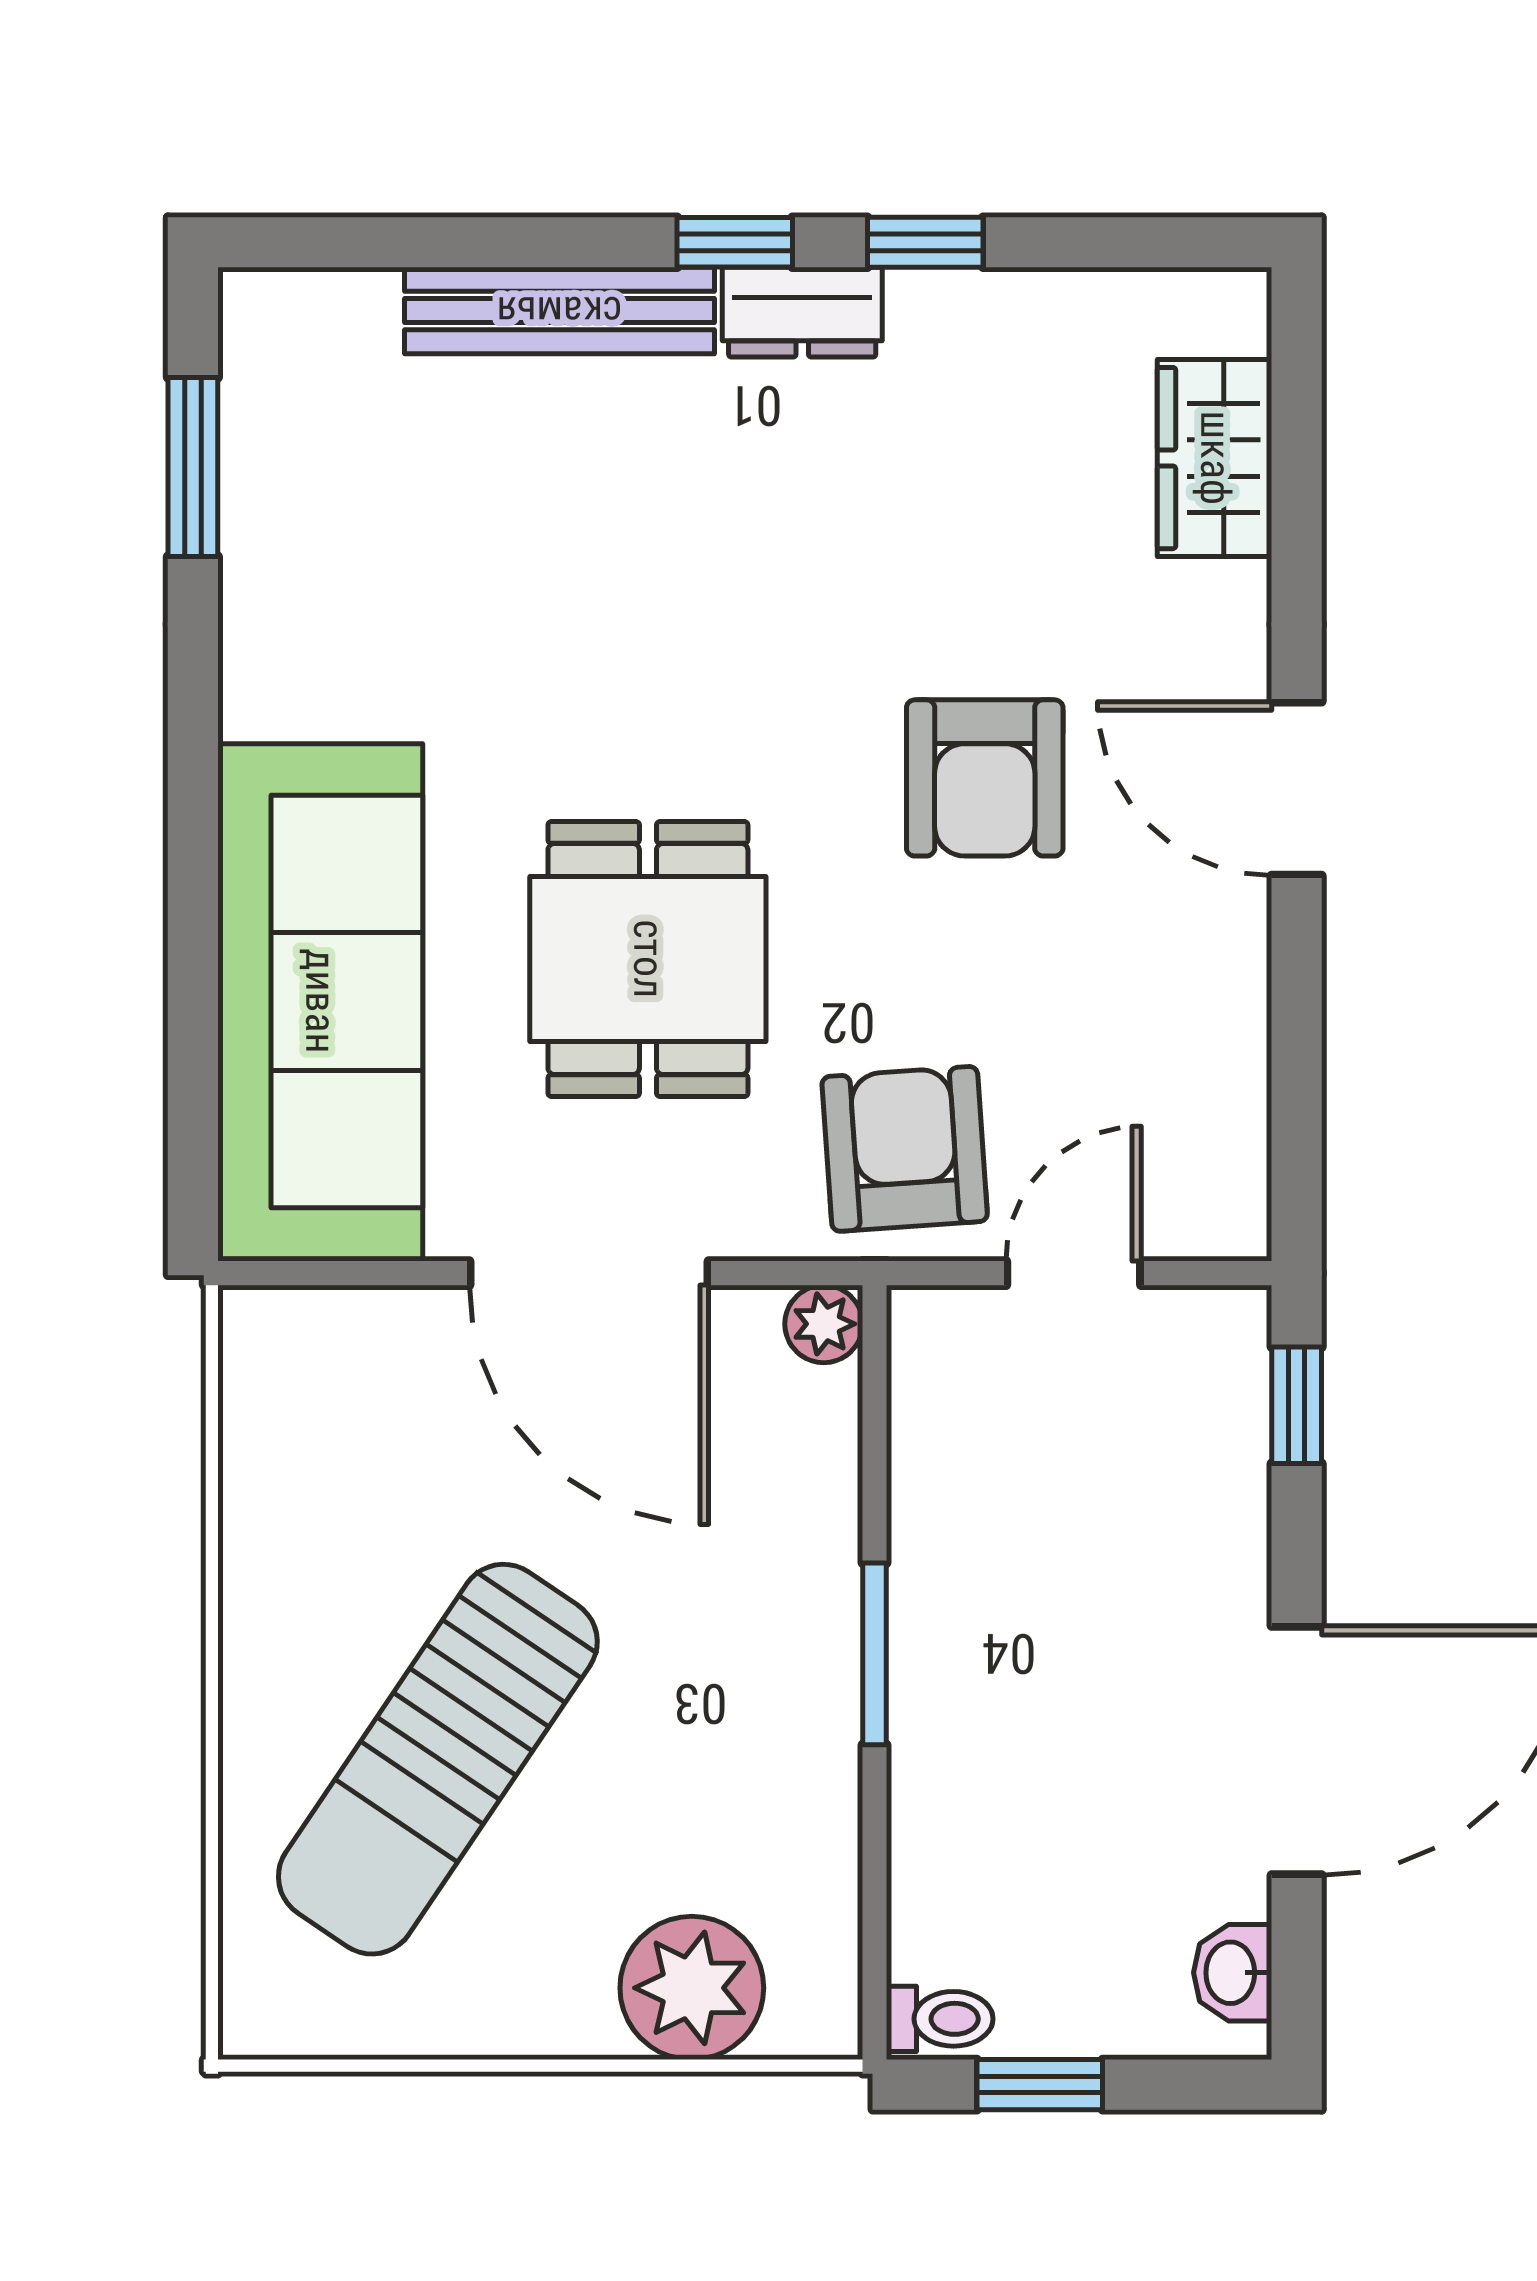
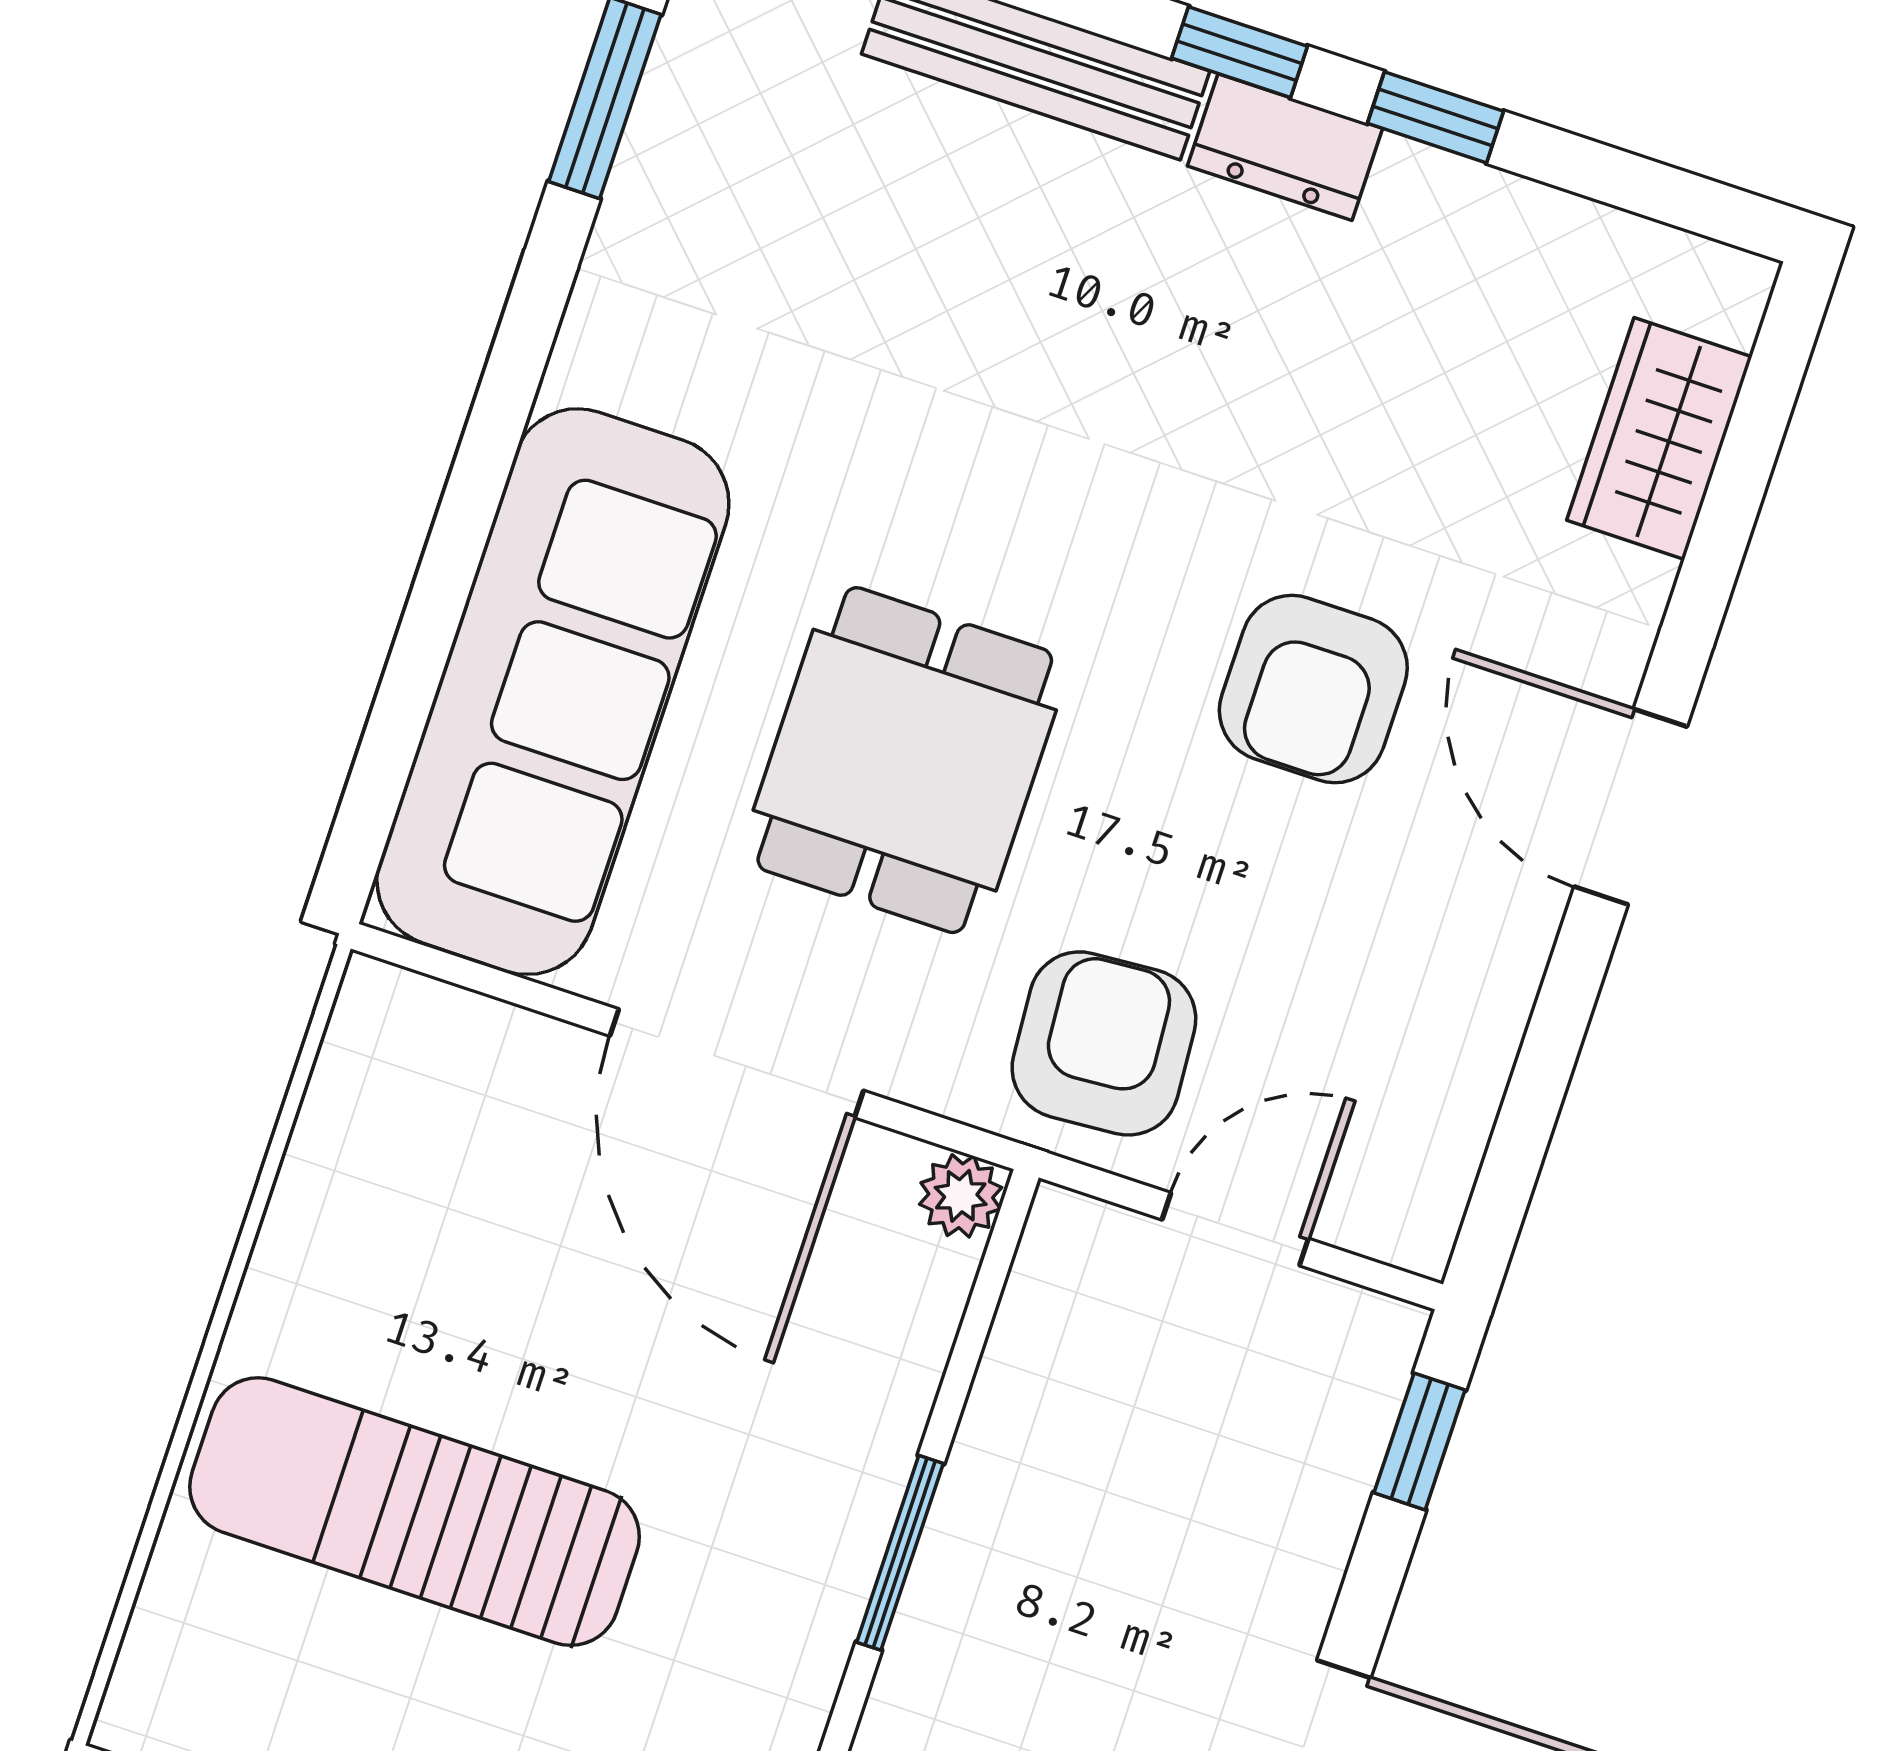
sun lounger: (438, 1759) -> (415, 1512), turned 56

